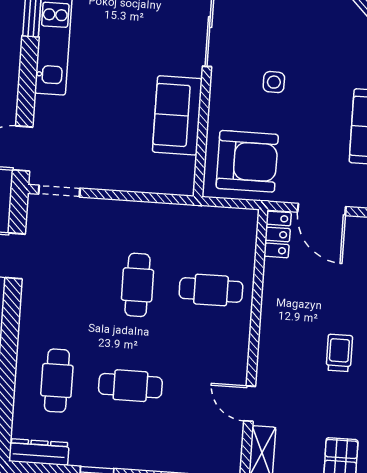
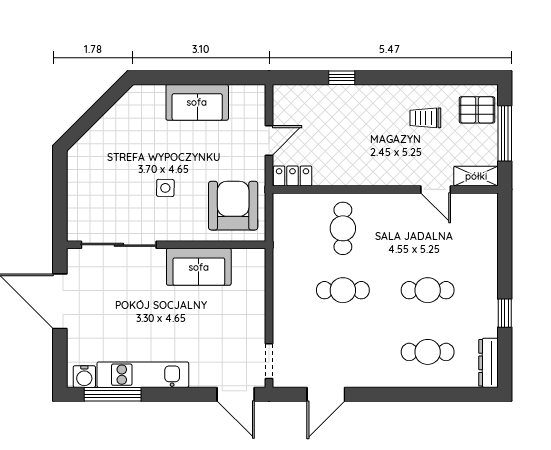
door: (322, 209) -> (269, 141), width x0.73
trolley: (339, 353) -> (425, 118), moved
cafe table: (130, 386) -> (428, 290), turned 90
door: (250, 404) -> (436, 189), hinge flipped

